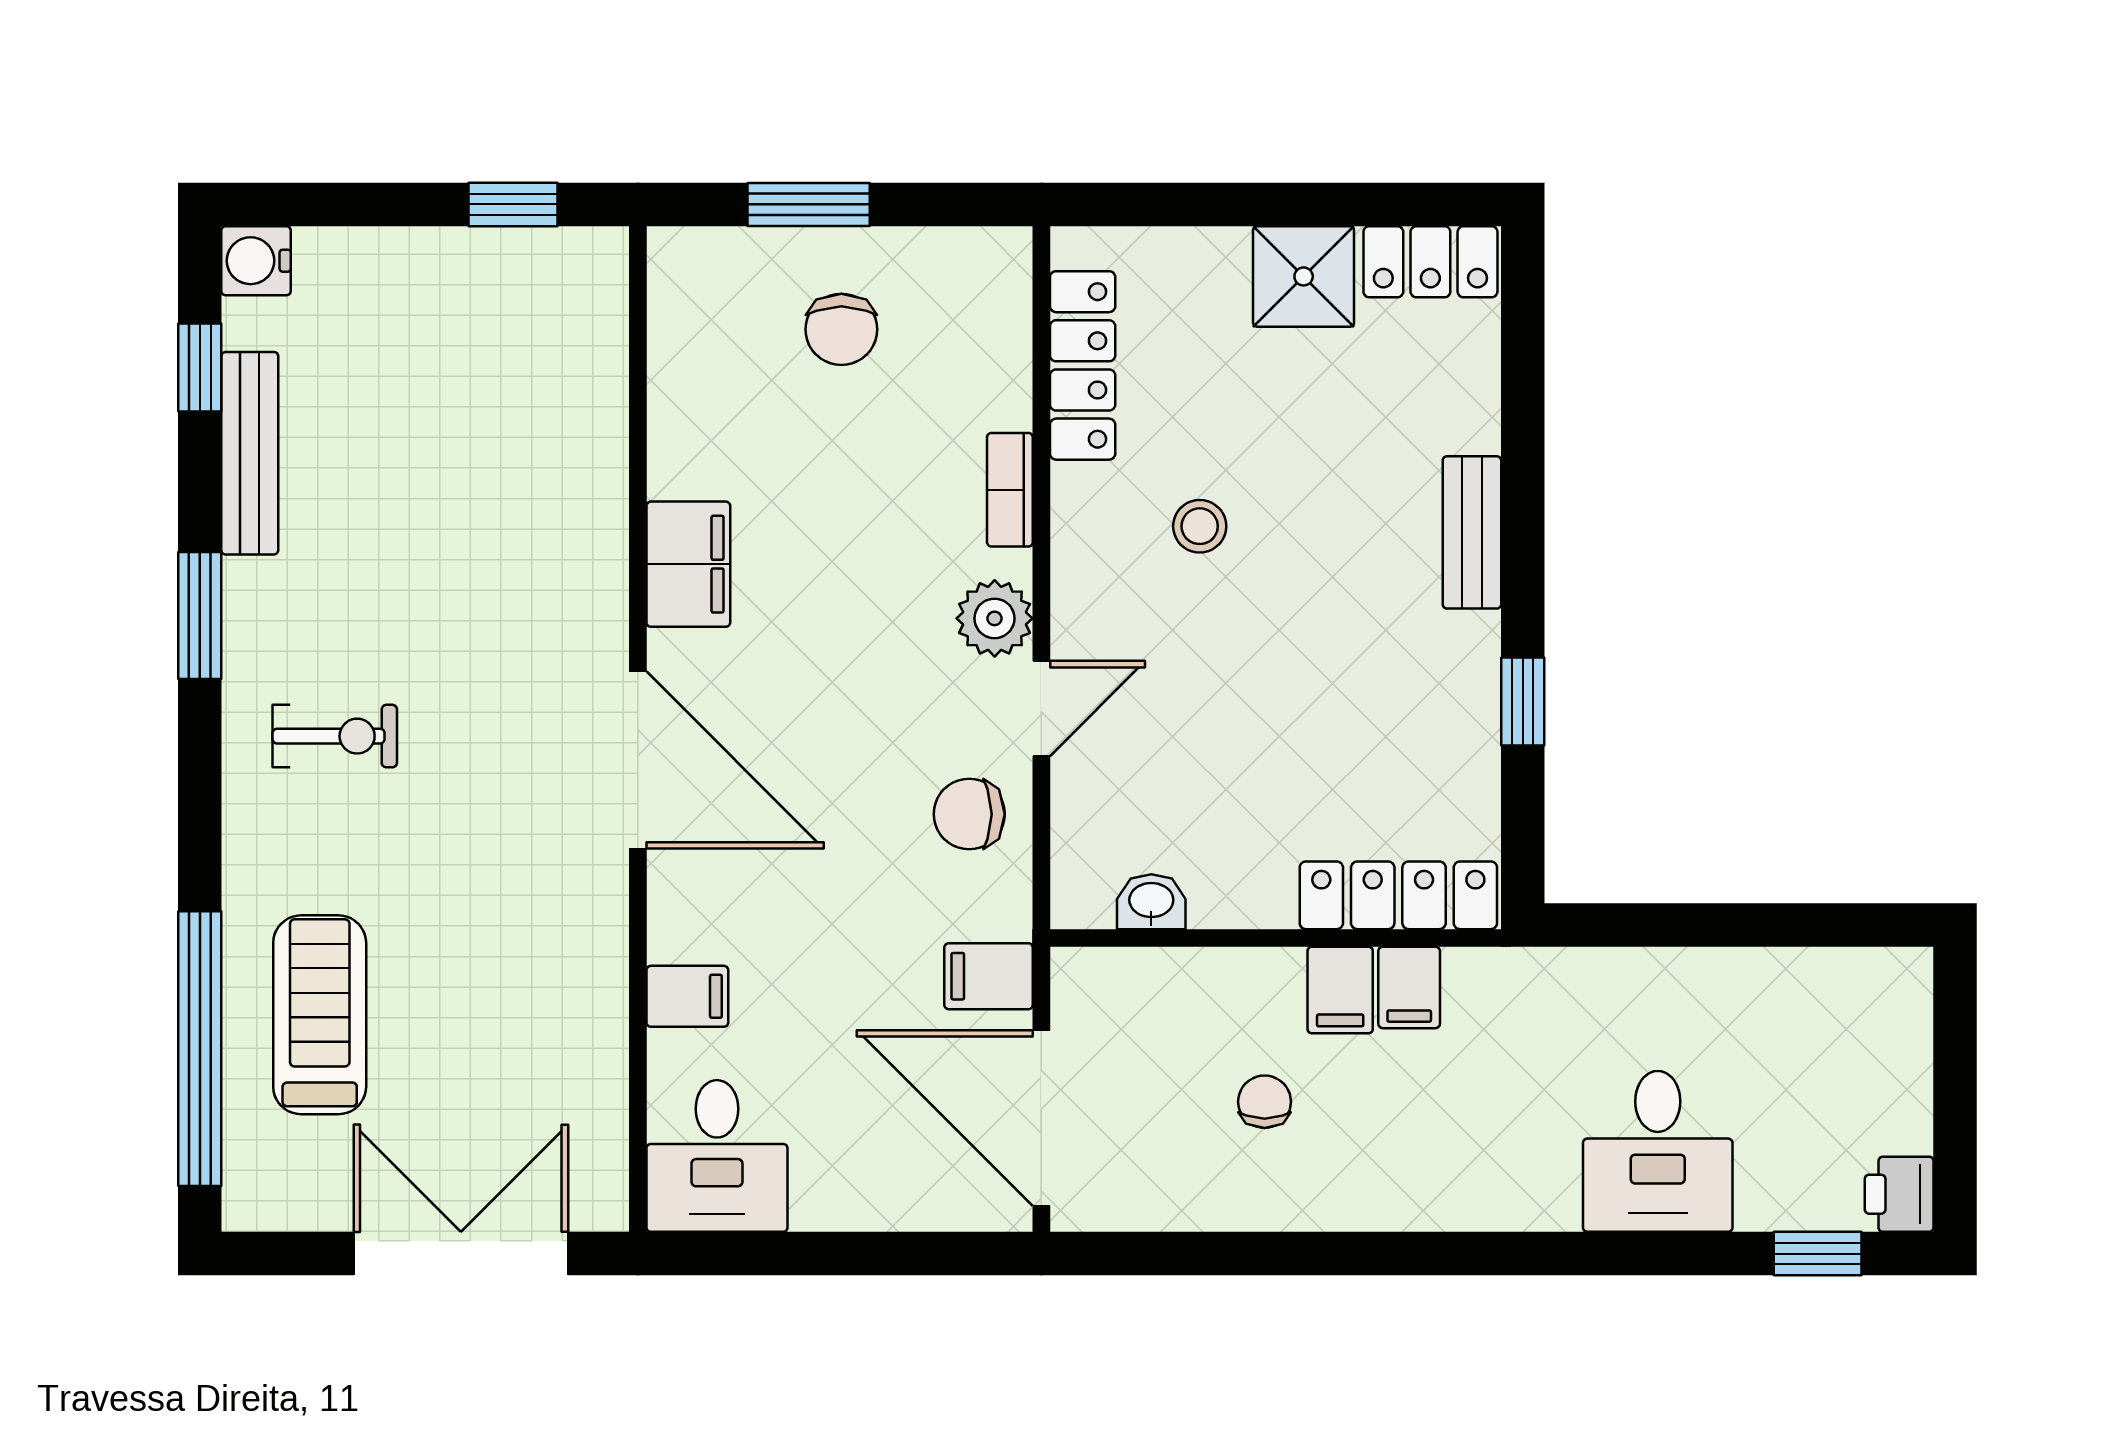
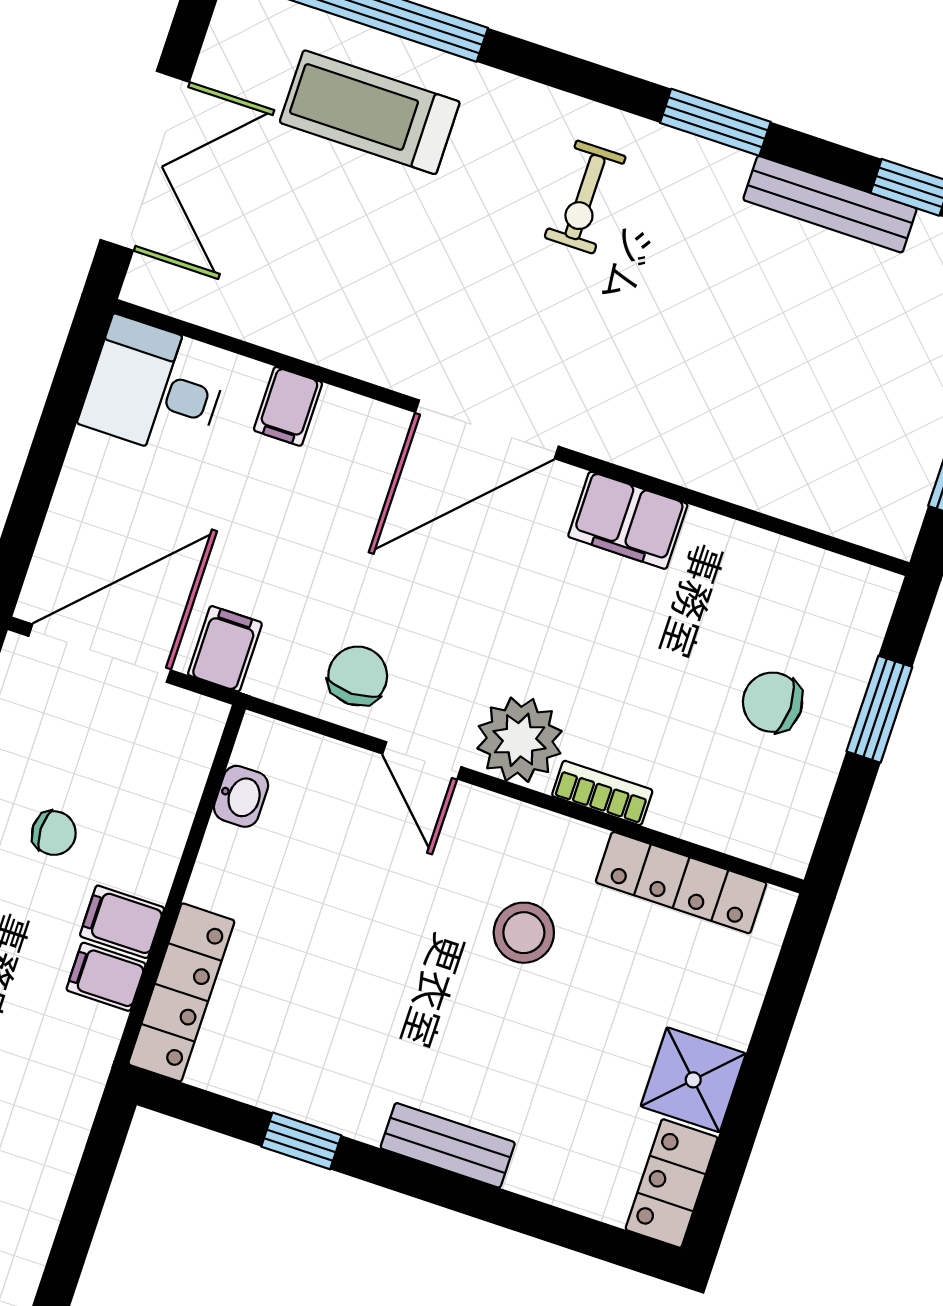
stool: (1200, 526) -> (524, 933), width x1.37, depth x1.37
plant: (995, 618) -> (520, 740), width x1.36, depth x1.36
treadmill: (320, 1015) -> (370, 112), turned 180

